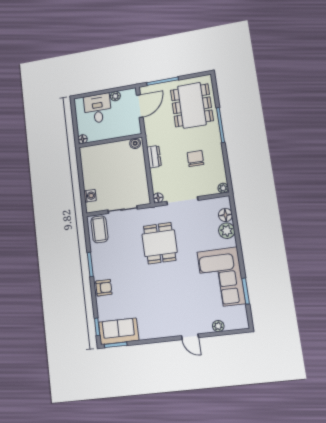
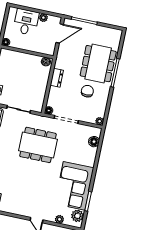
dining table: (192, 105) -> (98, 64), moved
plant: (227, 231) -> (77, 216), moved
dining table: (160, 243) -> (38, 145), width x1.37

